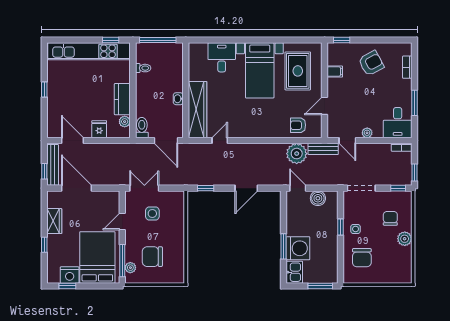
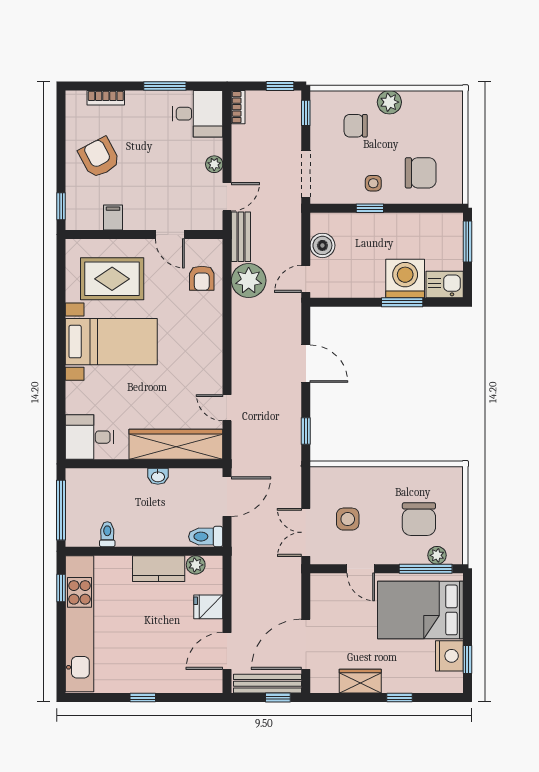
desk: (222, 57) -> (90, 437), moved

